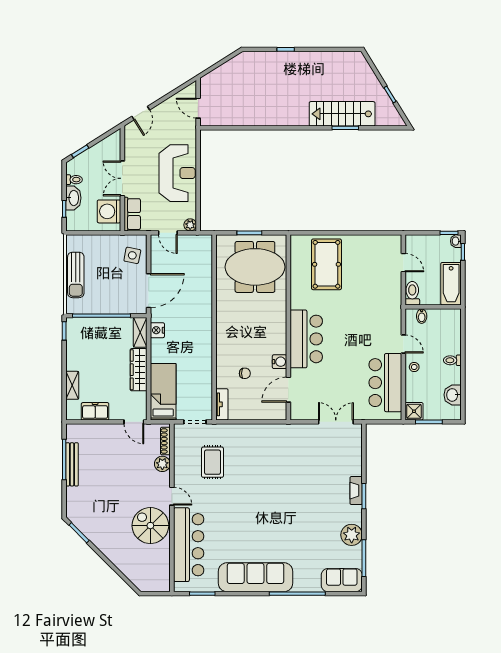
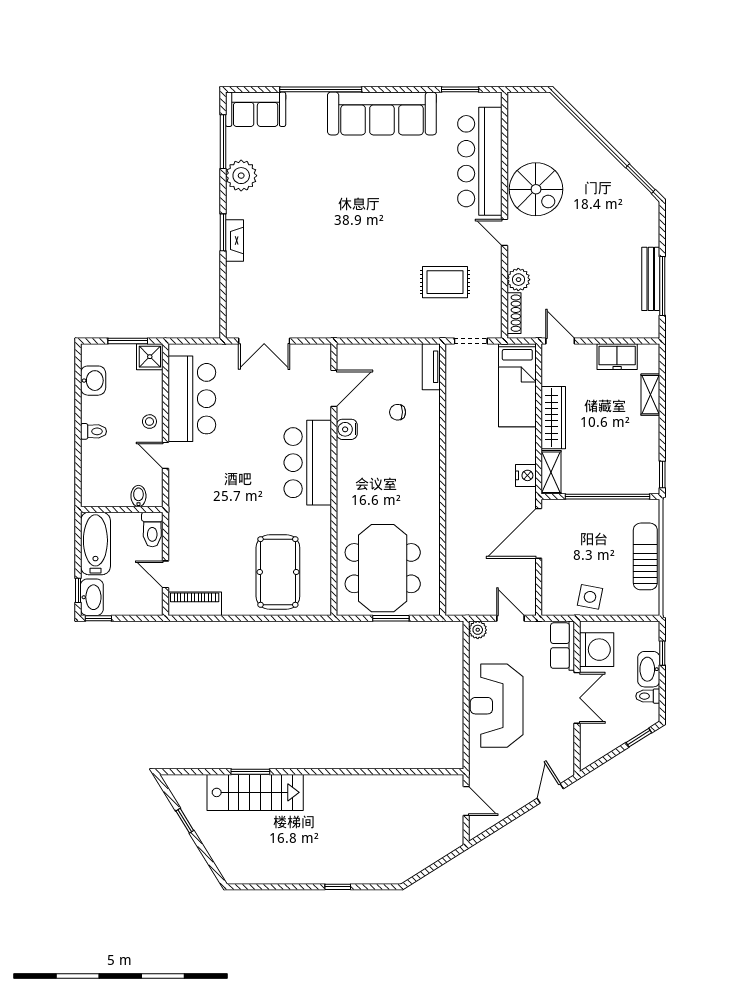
washbasin: (456, 241) -> (92, 597), width x1.91, depth x1.45
piano: (383, 243) -> (195, 604), added
side table: (132, 255) -> (590, 597), moved
meeting table: (255, 267) -> (383, 568), turned 90
rug: (212, 462) -> (445, 282), turned 90

